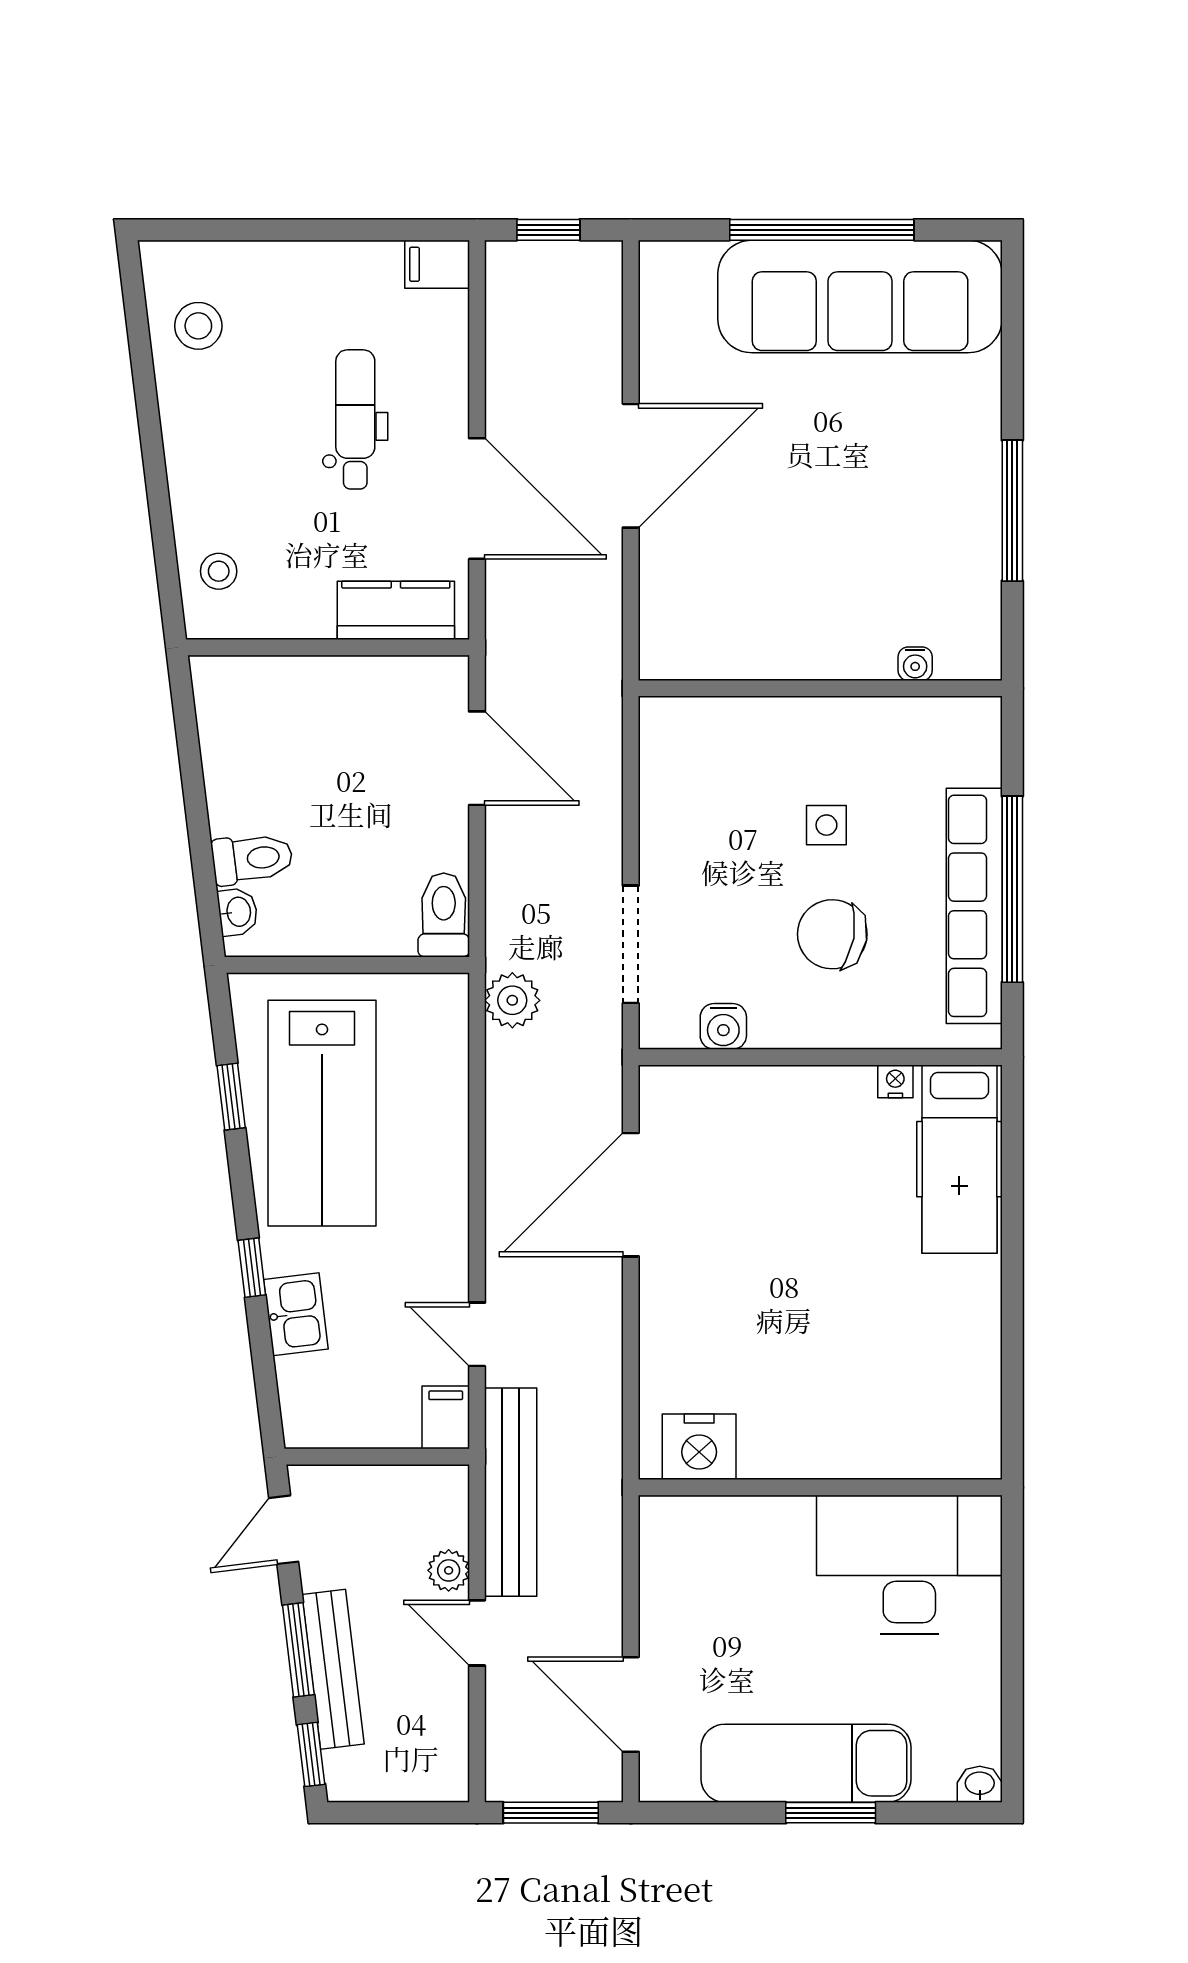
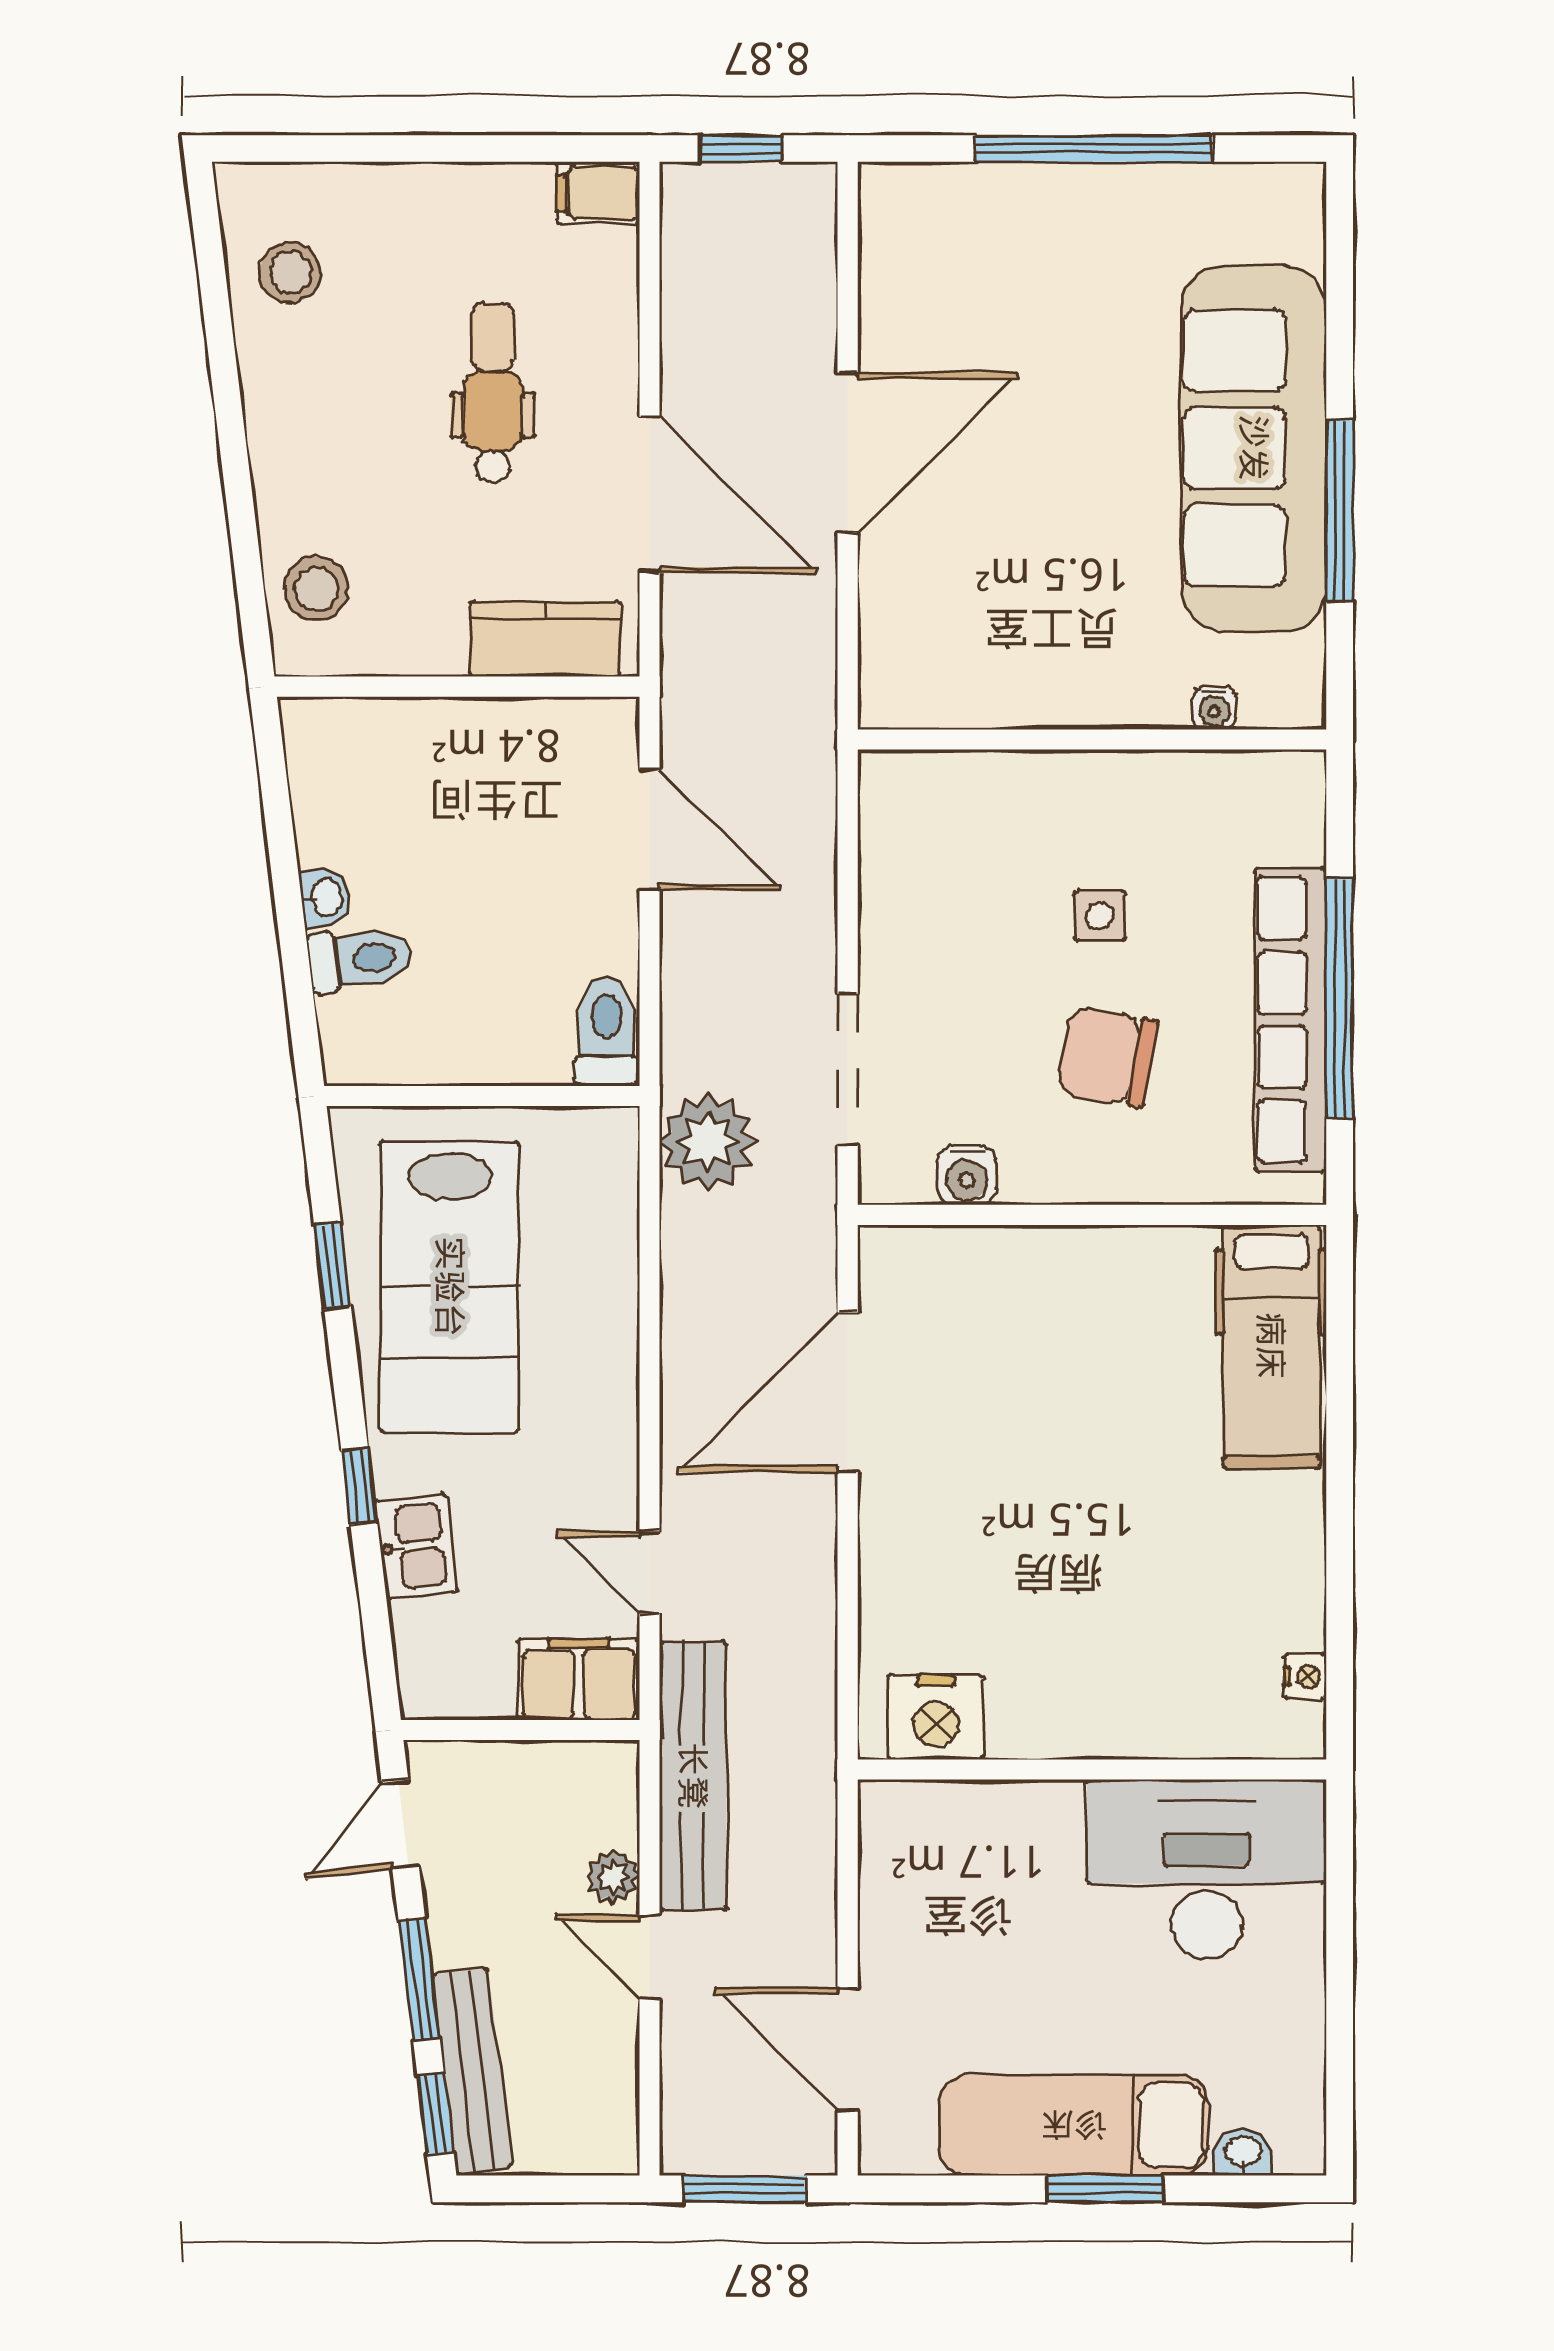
sofa: (860, 297) -> (1254, 448), moved, turned 90
stool: (219, 571) -> (316, 589), width x1.37, depth x1.37
washbasin: (238, 912) -> (325, 897), moved
plant: (512, 1000) -> (708, 1142), width x1.36, depth x1.36
nightstand: (895, 1081) -> (1305, 1676), moved, turned 90
filing cabinet: (446, 1417) -> (579, 1679), width x2.00
bench: (333, 1669) -> (472, 2071), moved
washbasin: (980, 1784) -> (1243, 2152), moved

